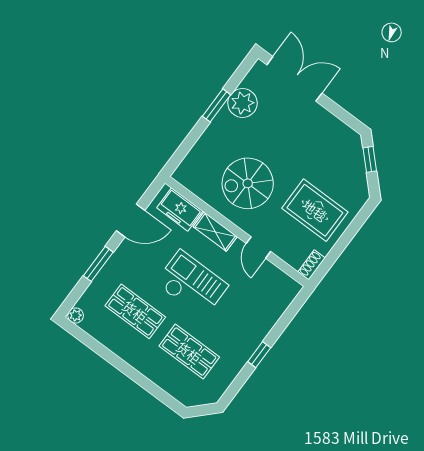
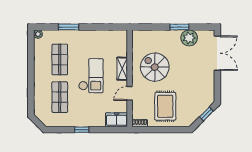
freezer: (180, 209) -> (117, 120), moved, turned 90
door: (131, 221) -> (99, 27), removed

